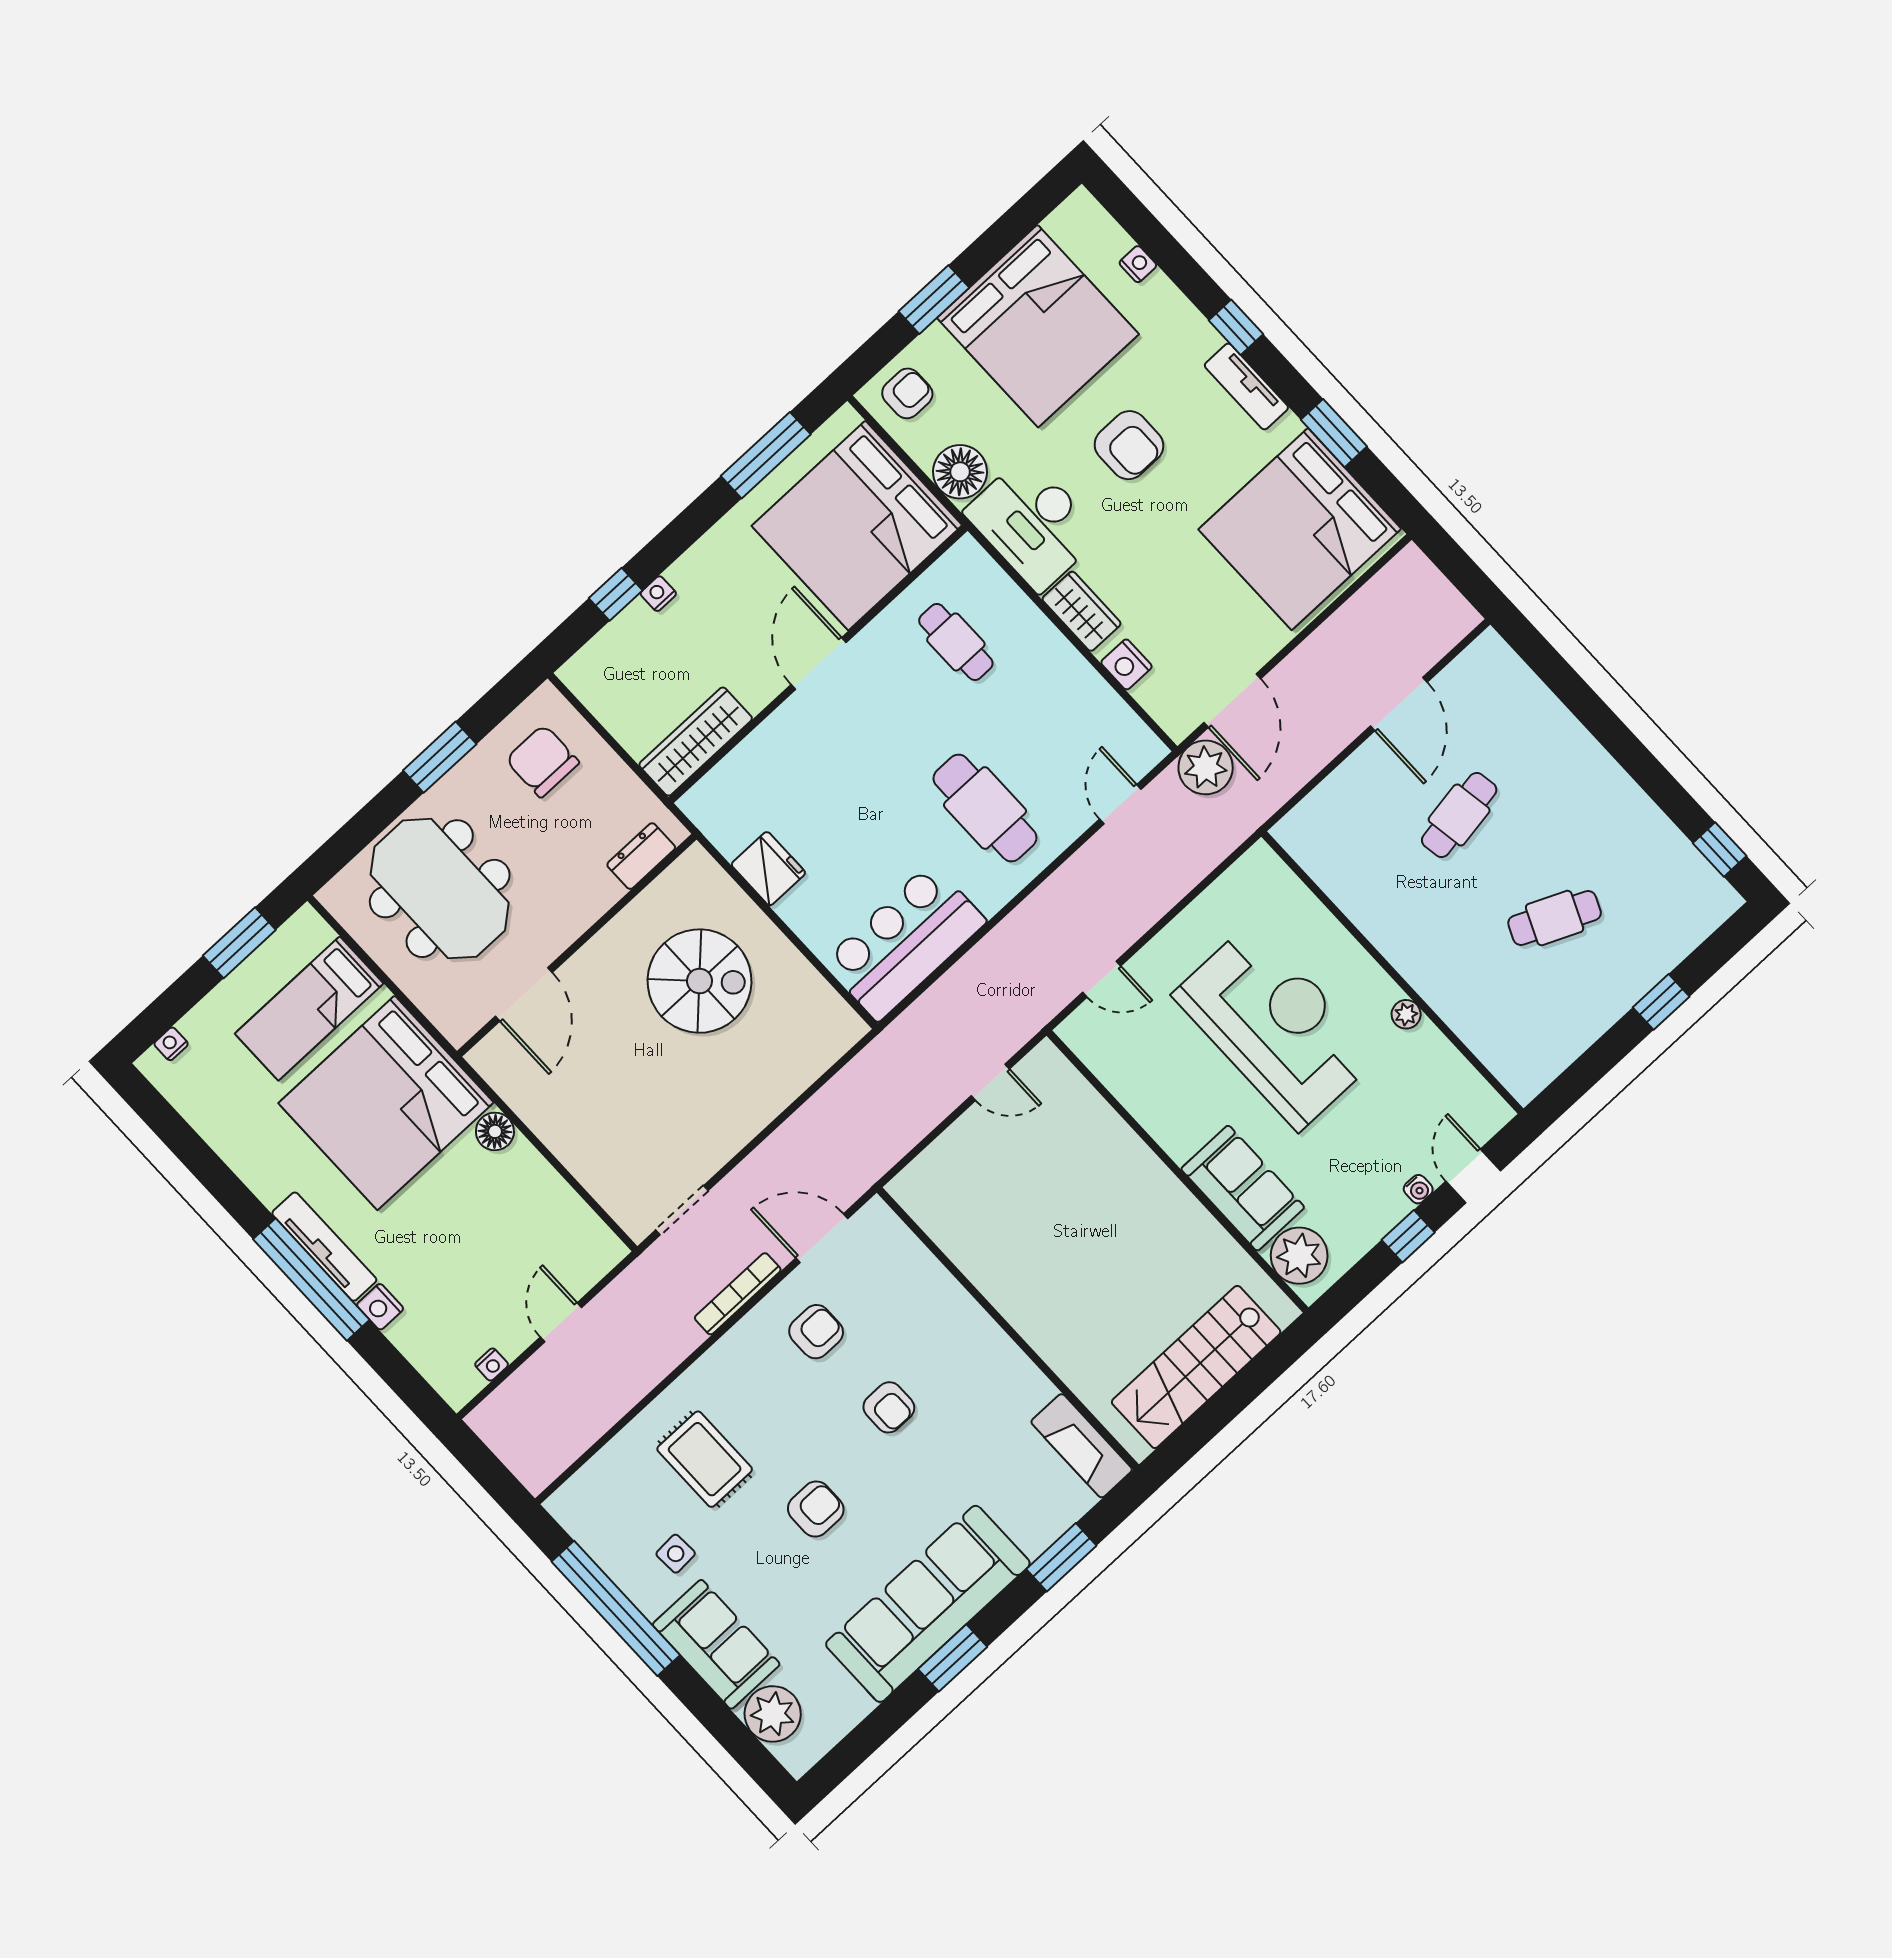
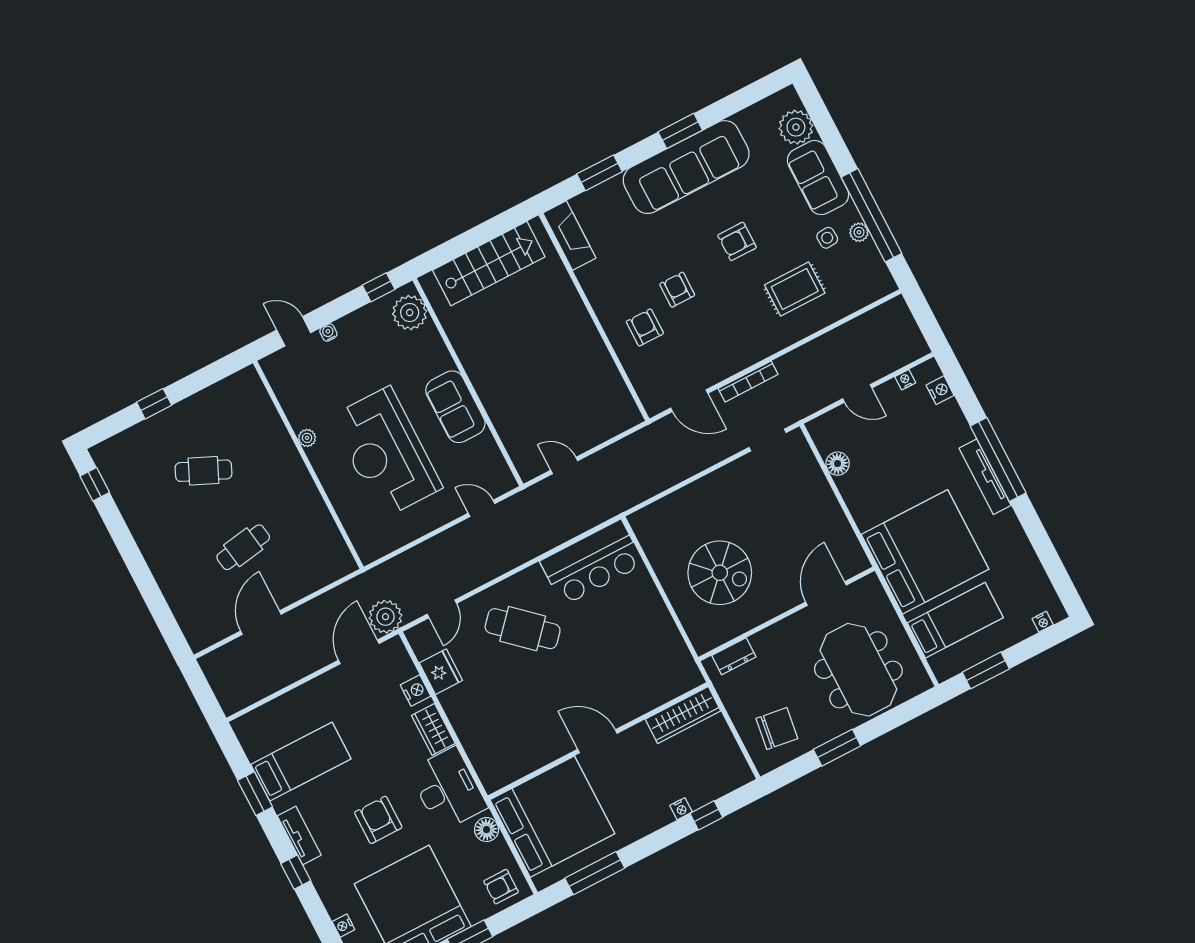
floor lamp: (960, 472) -> (487, 830), width x0.73, depth x0.73
bed: (1300, 529) -> (301, 762), width x0.49
cafe table: (956, 642) -> (513, 732), removed
door: (819, 663) -> (597, 741), swing flipped
chair: (542, 761) -> (777, 729), turned -82
cafe table: (985, 808) -> (523, 629), turned -48
fridge: (768, 869) -> (441, 672), moved, turned 180
spiral stairs: (699, 981) -> (720, 573), turned 180
floor lamp: (495, 1131) -> (838, 464), moved
door: (1473, 1176) -> (294, 331), swing flipped
sofa: (1243, 1188) -> (455, 407), moved
window: (1408, 1236) -> (379, 287), moved
nightstand: (380, 1307) -> (940, 390), moved
door: (561, 1322) -> (857, 393), hinge flipped
armchair: (816, 1332) -> (645, 327), moved, turned 90
rug: (705, 1459) -> (795, 289), turned 90
plant: (628, 1576) -> (859, 232), added

